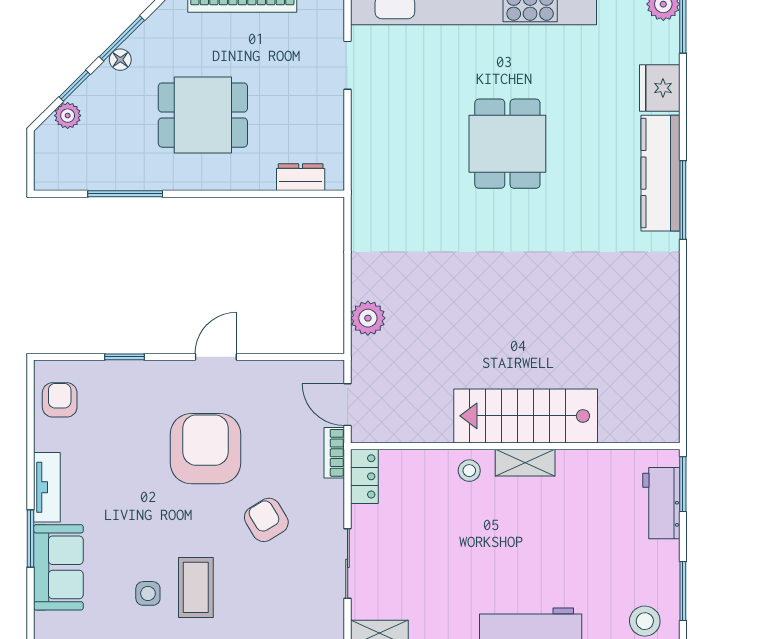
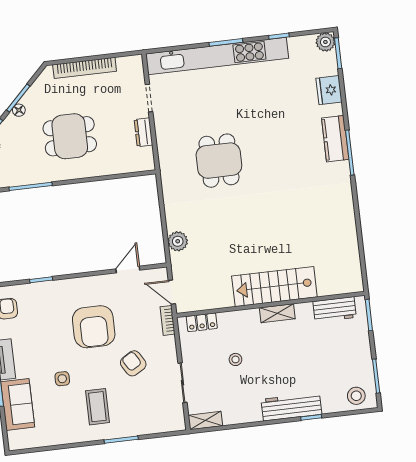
dining table: (507, 144) -> (219, 161), moved
kitchen counter: (661, 173) -> (335, 139), width x0.67
dresser: (301, 177) -> (143, 132), moved, turned -90
door: (216, 357) -> (128, 270), moved
armchair: (205, 449) -> (94, 327), turned 180
stool: (469, 471) -> (235, 359), moved
locker: (364, 476) -> (202, 322), moved, turned 90
workbench: (661, 503) -> (335, 309), moved, turned -90
side table: (148, 593) -> (62, 379), moved

